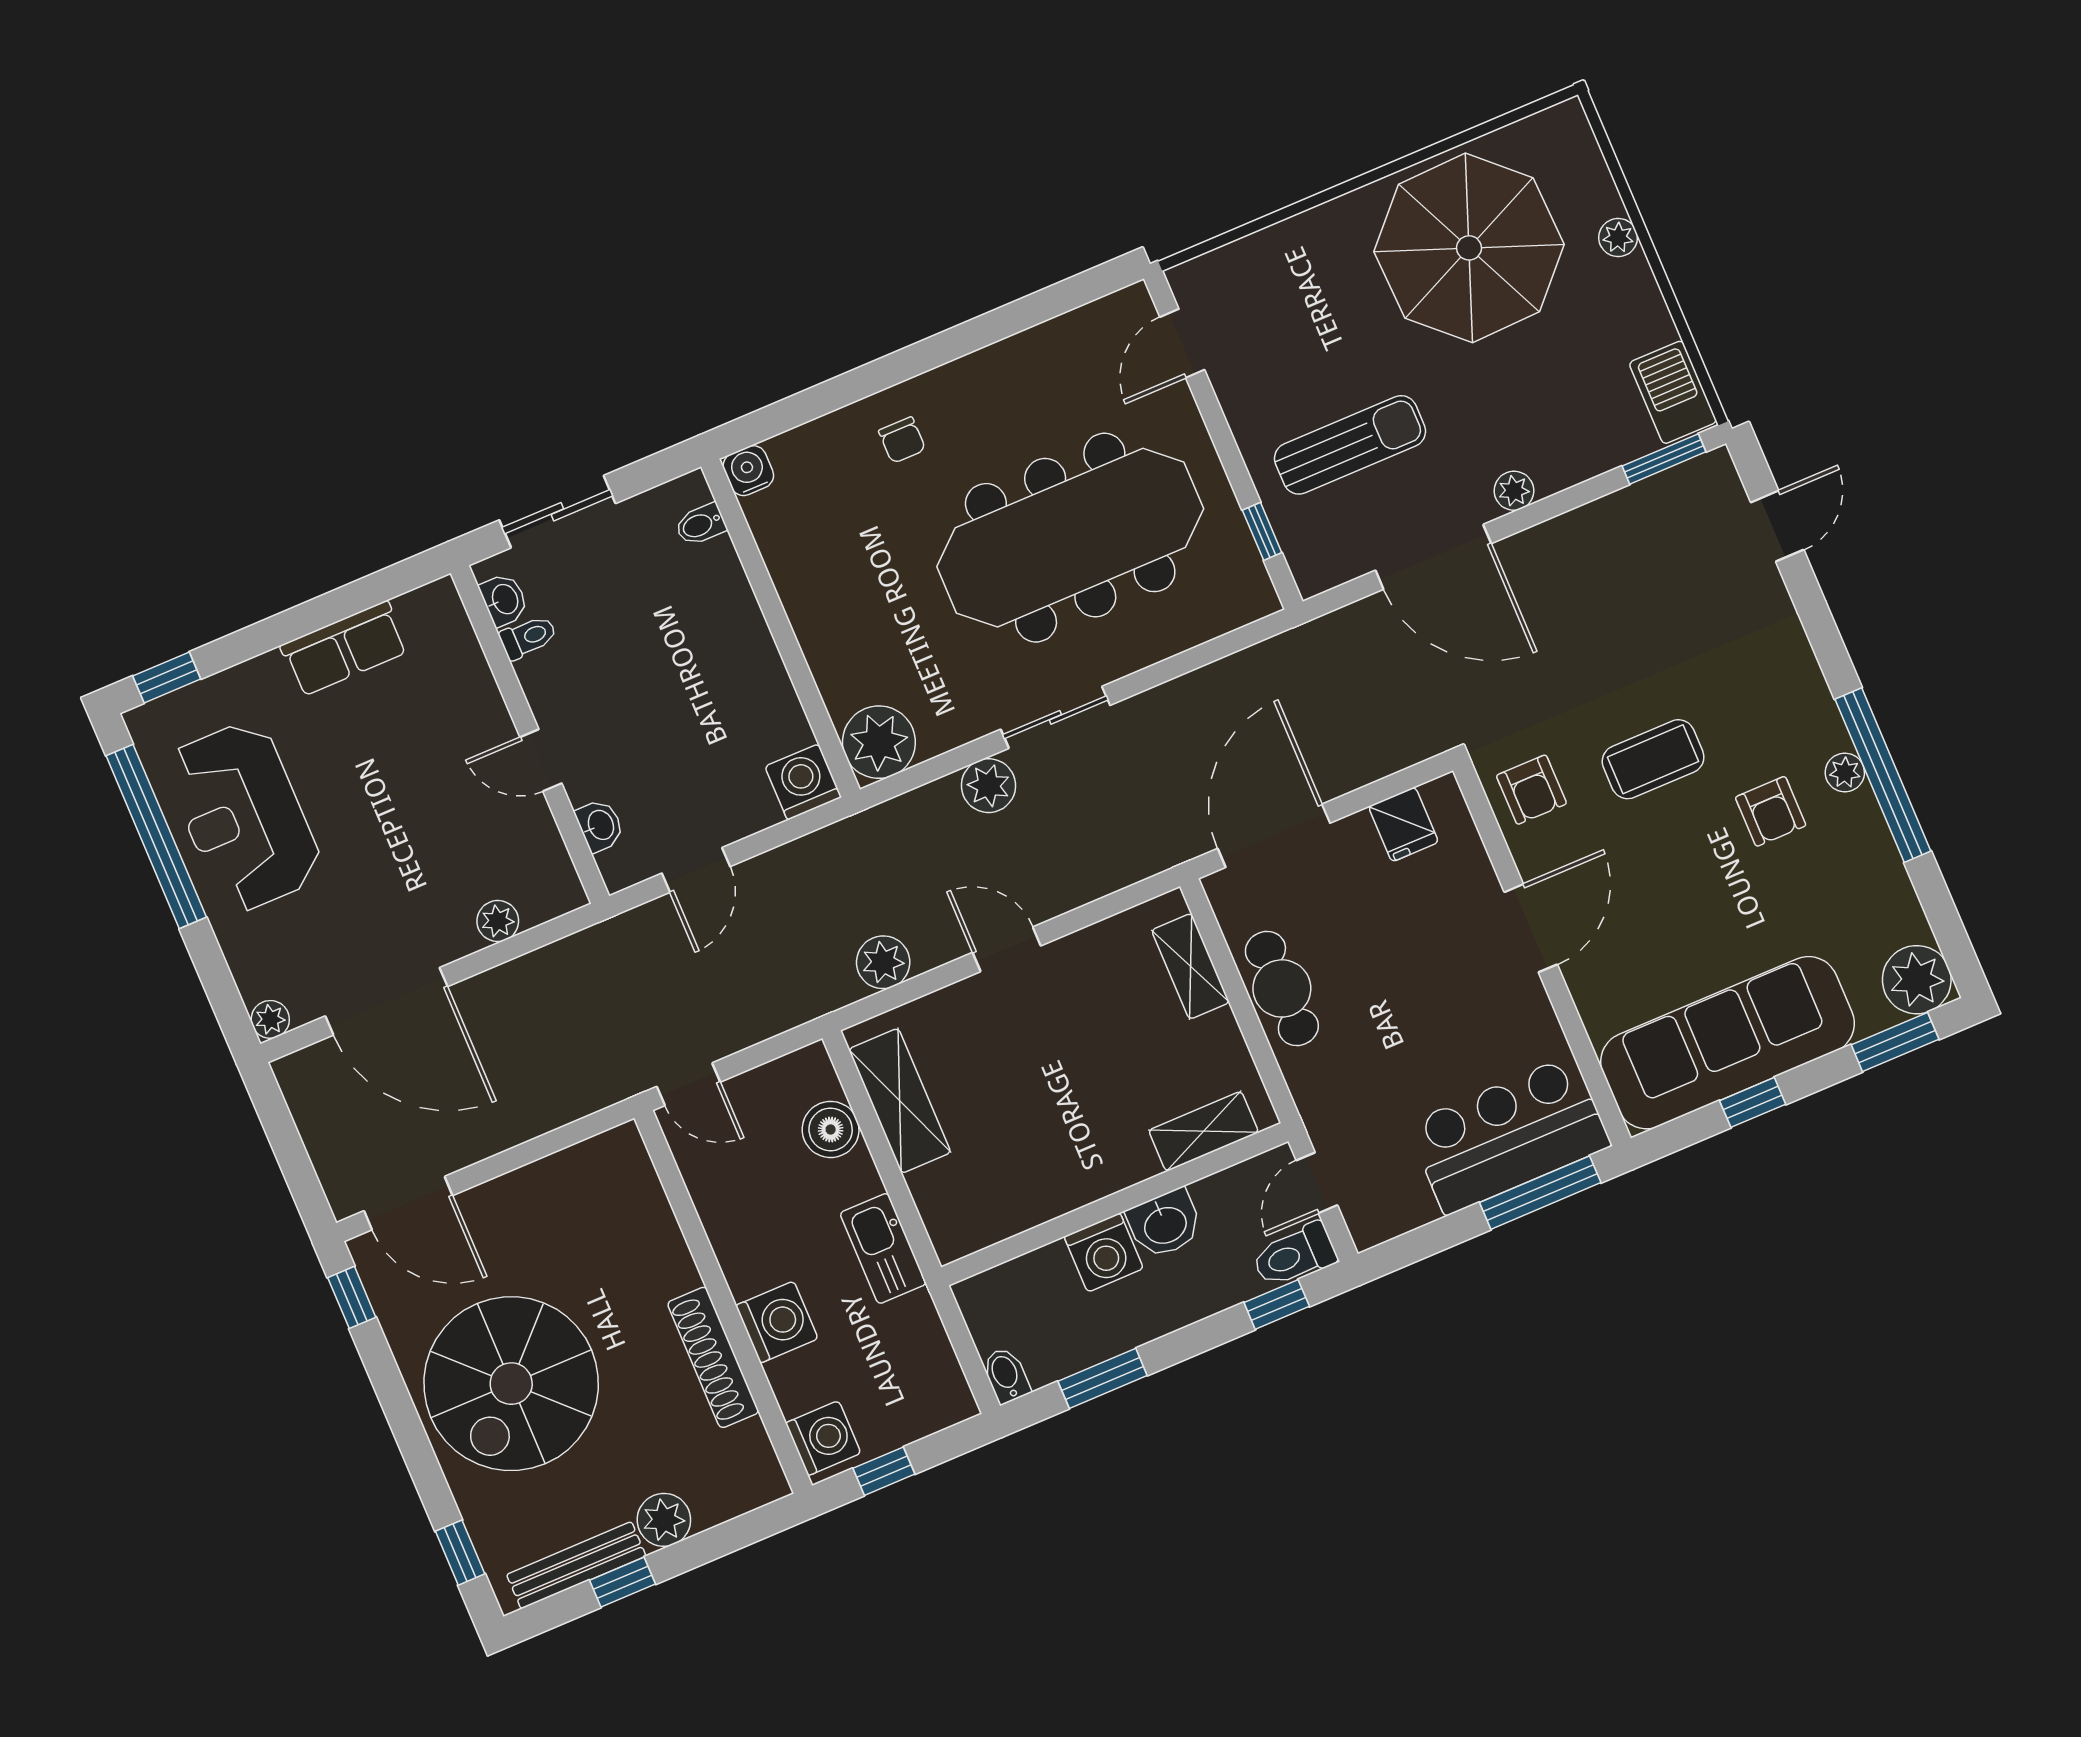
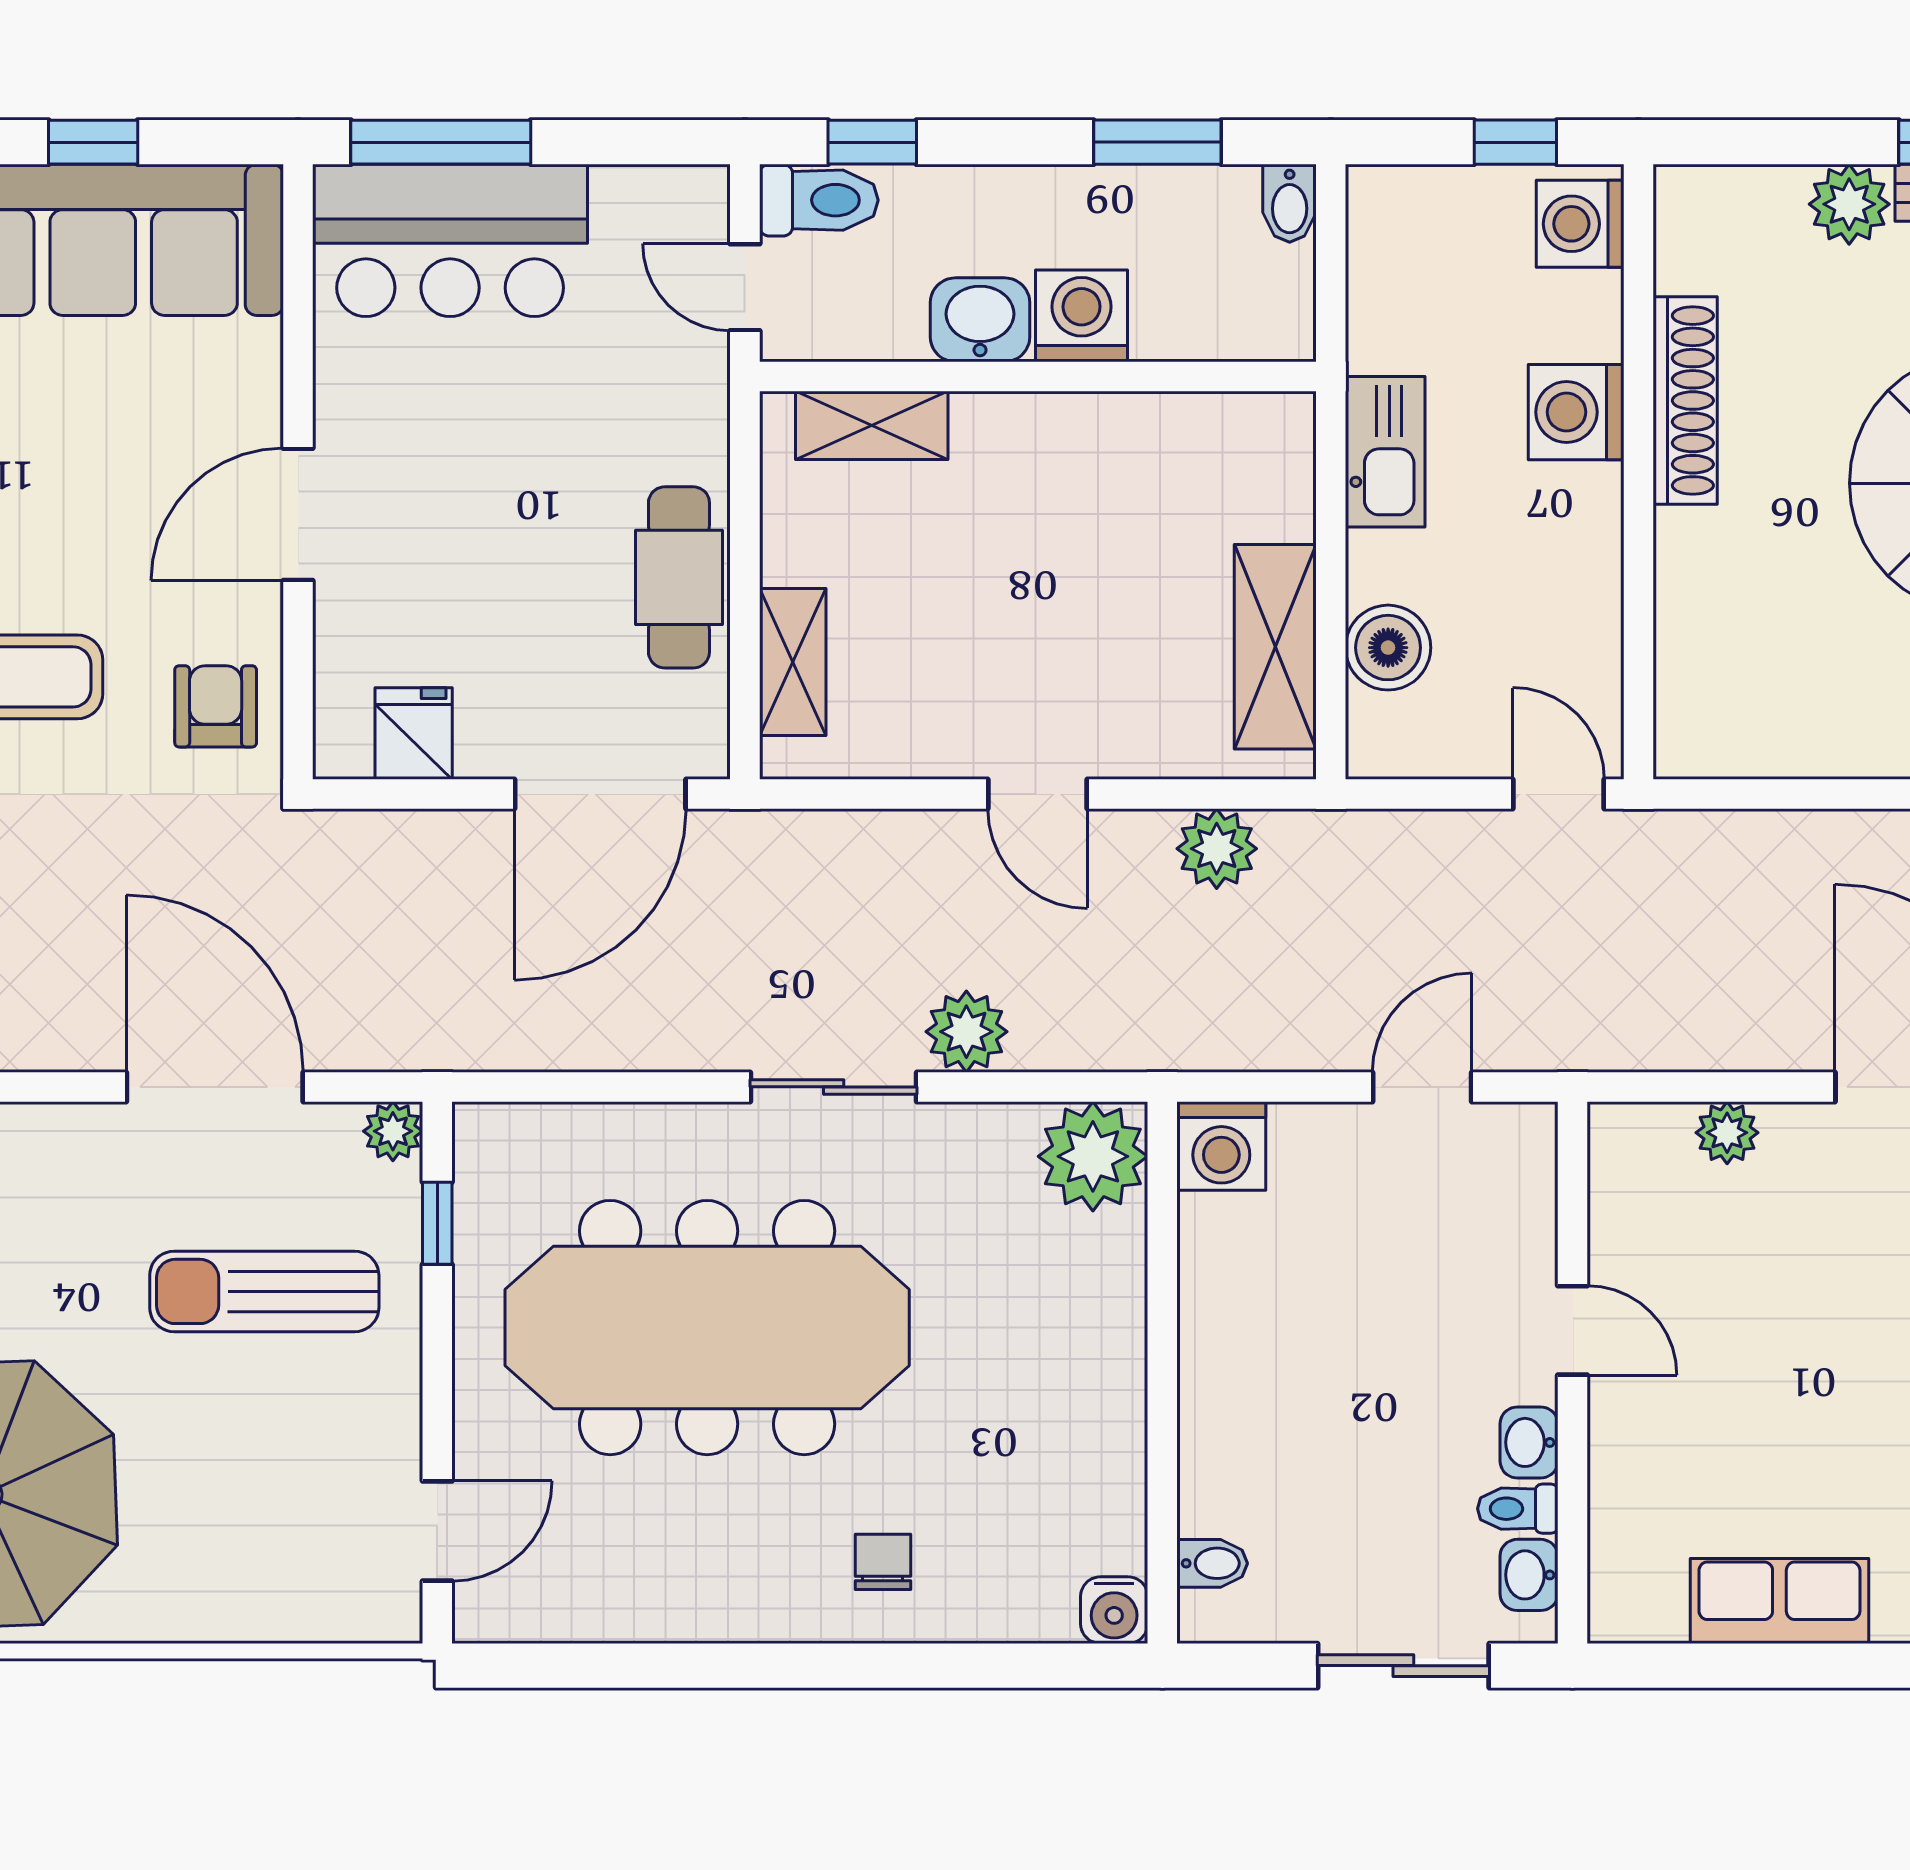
plant: (1514, 491) -> (393, 1131), moved
washbasin: (600, 825) -> (1529, 1442), moved
door: (1317, 1183) -> (745, 287), swing flipped

